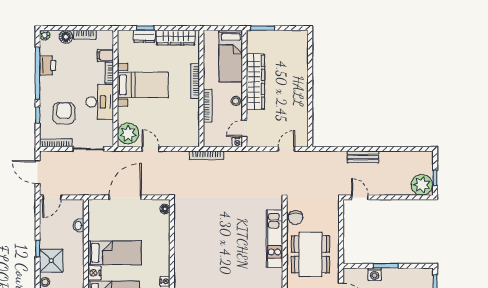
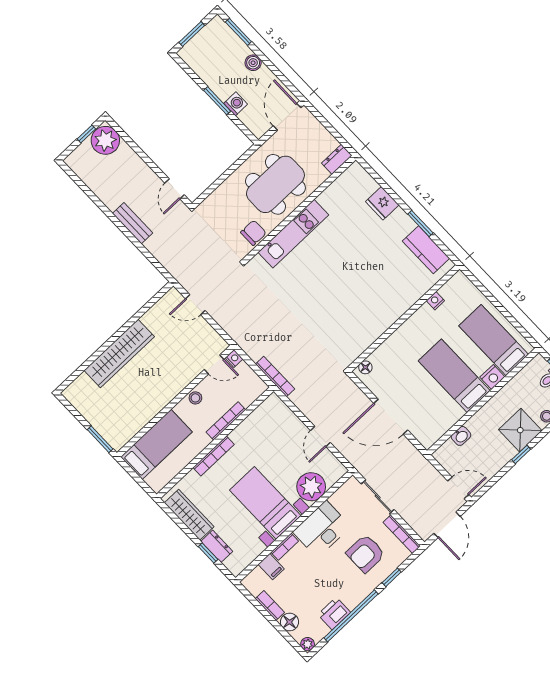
wardrobe: (255, 82) -> (119, 354), moved, turned 180
plant: (128, 134) -> (311, 487), moved

